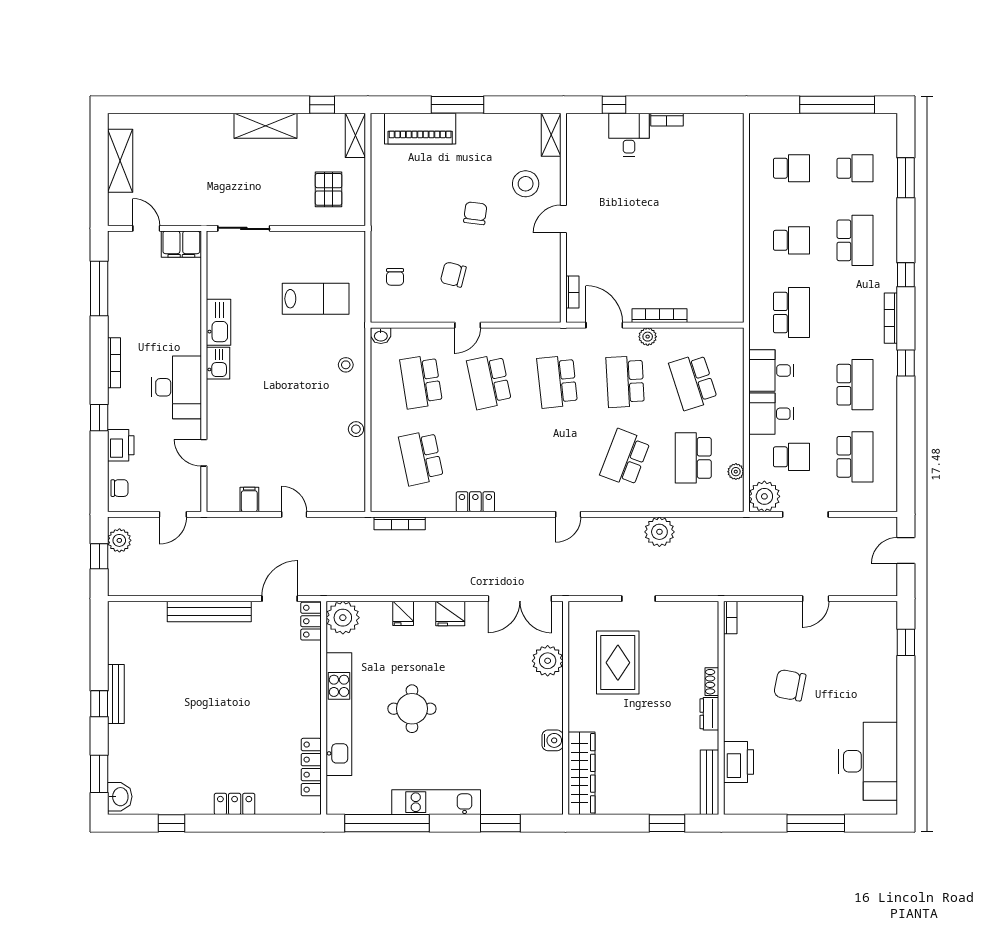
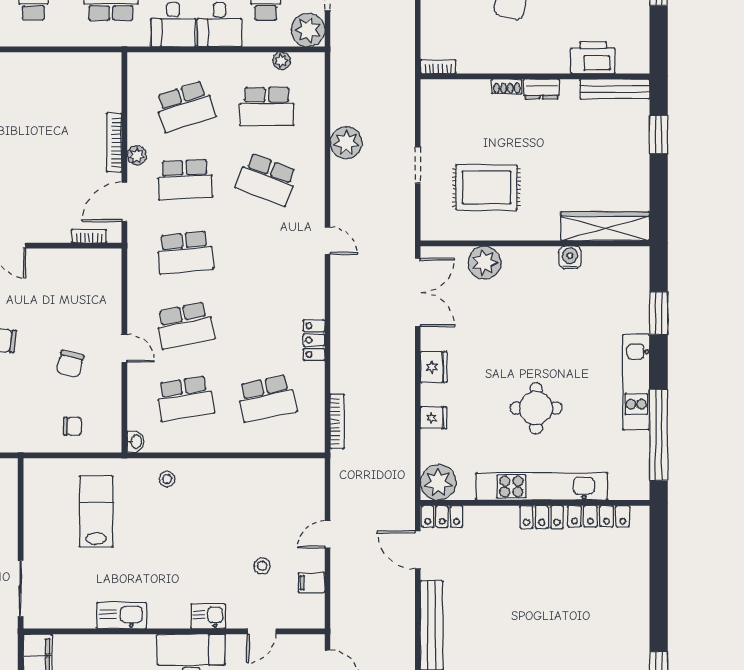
kitchen sink: (218, 363) -> (208, 616), moved
stool: (356, 429) -> (262, 566), moved
locker: (235, 804) -> (542, 517), moved, turned -90

